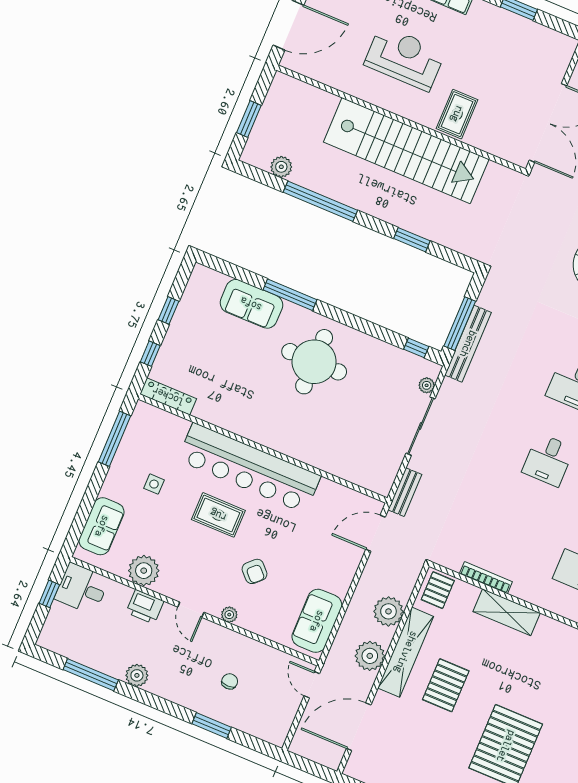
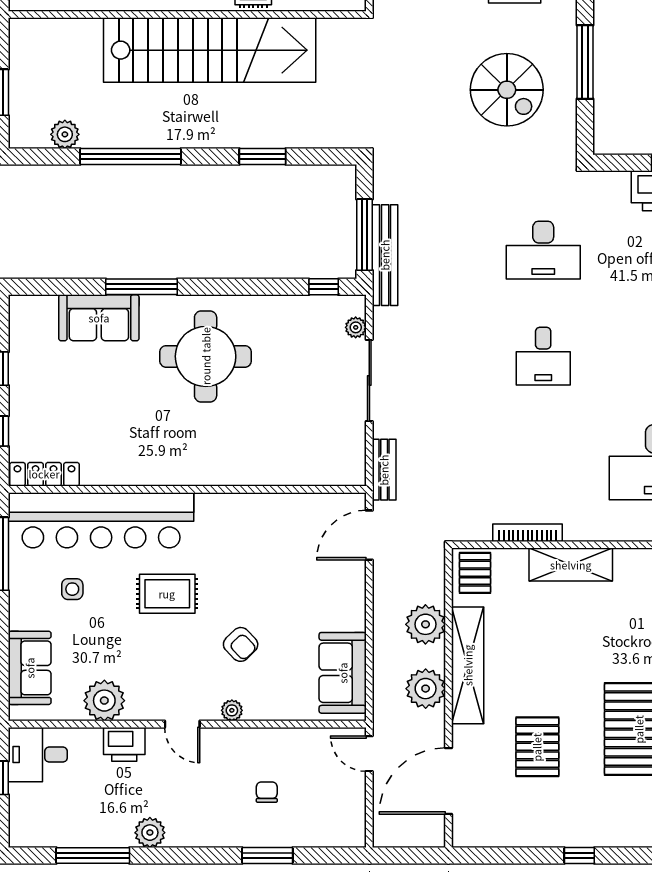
bar counter: (249, 468) -> (101, 520), moved
pallet: (446, 685) -> (537, 747), moved

